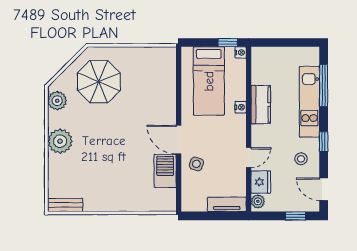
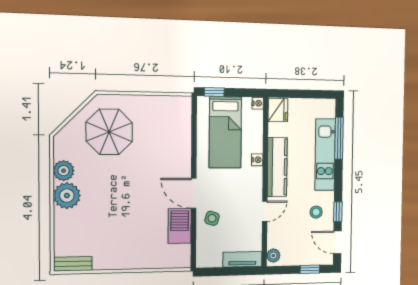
window: (228, 43) -> (214, 92), moved
plant: (57, 101) -> (64, 171), moved
kitchen counter: (261, 105) -> (277, 167), width x1.50
window: (324, 142) -> (338, 212), moved
fridge: (261, 182) -> (278, 110), moved

